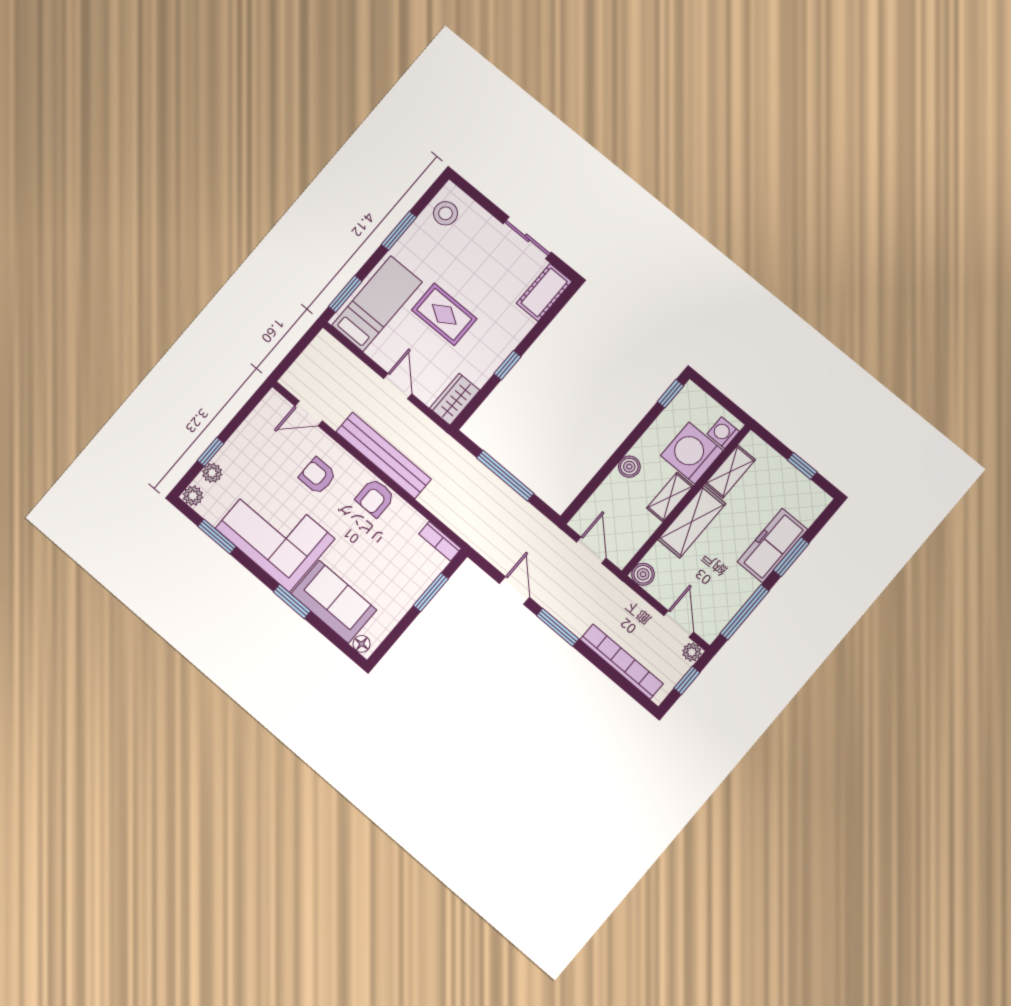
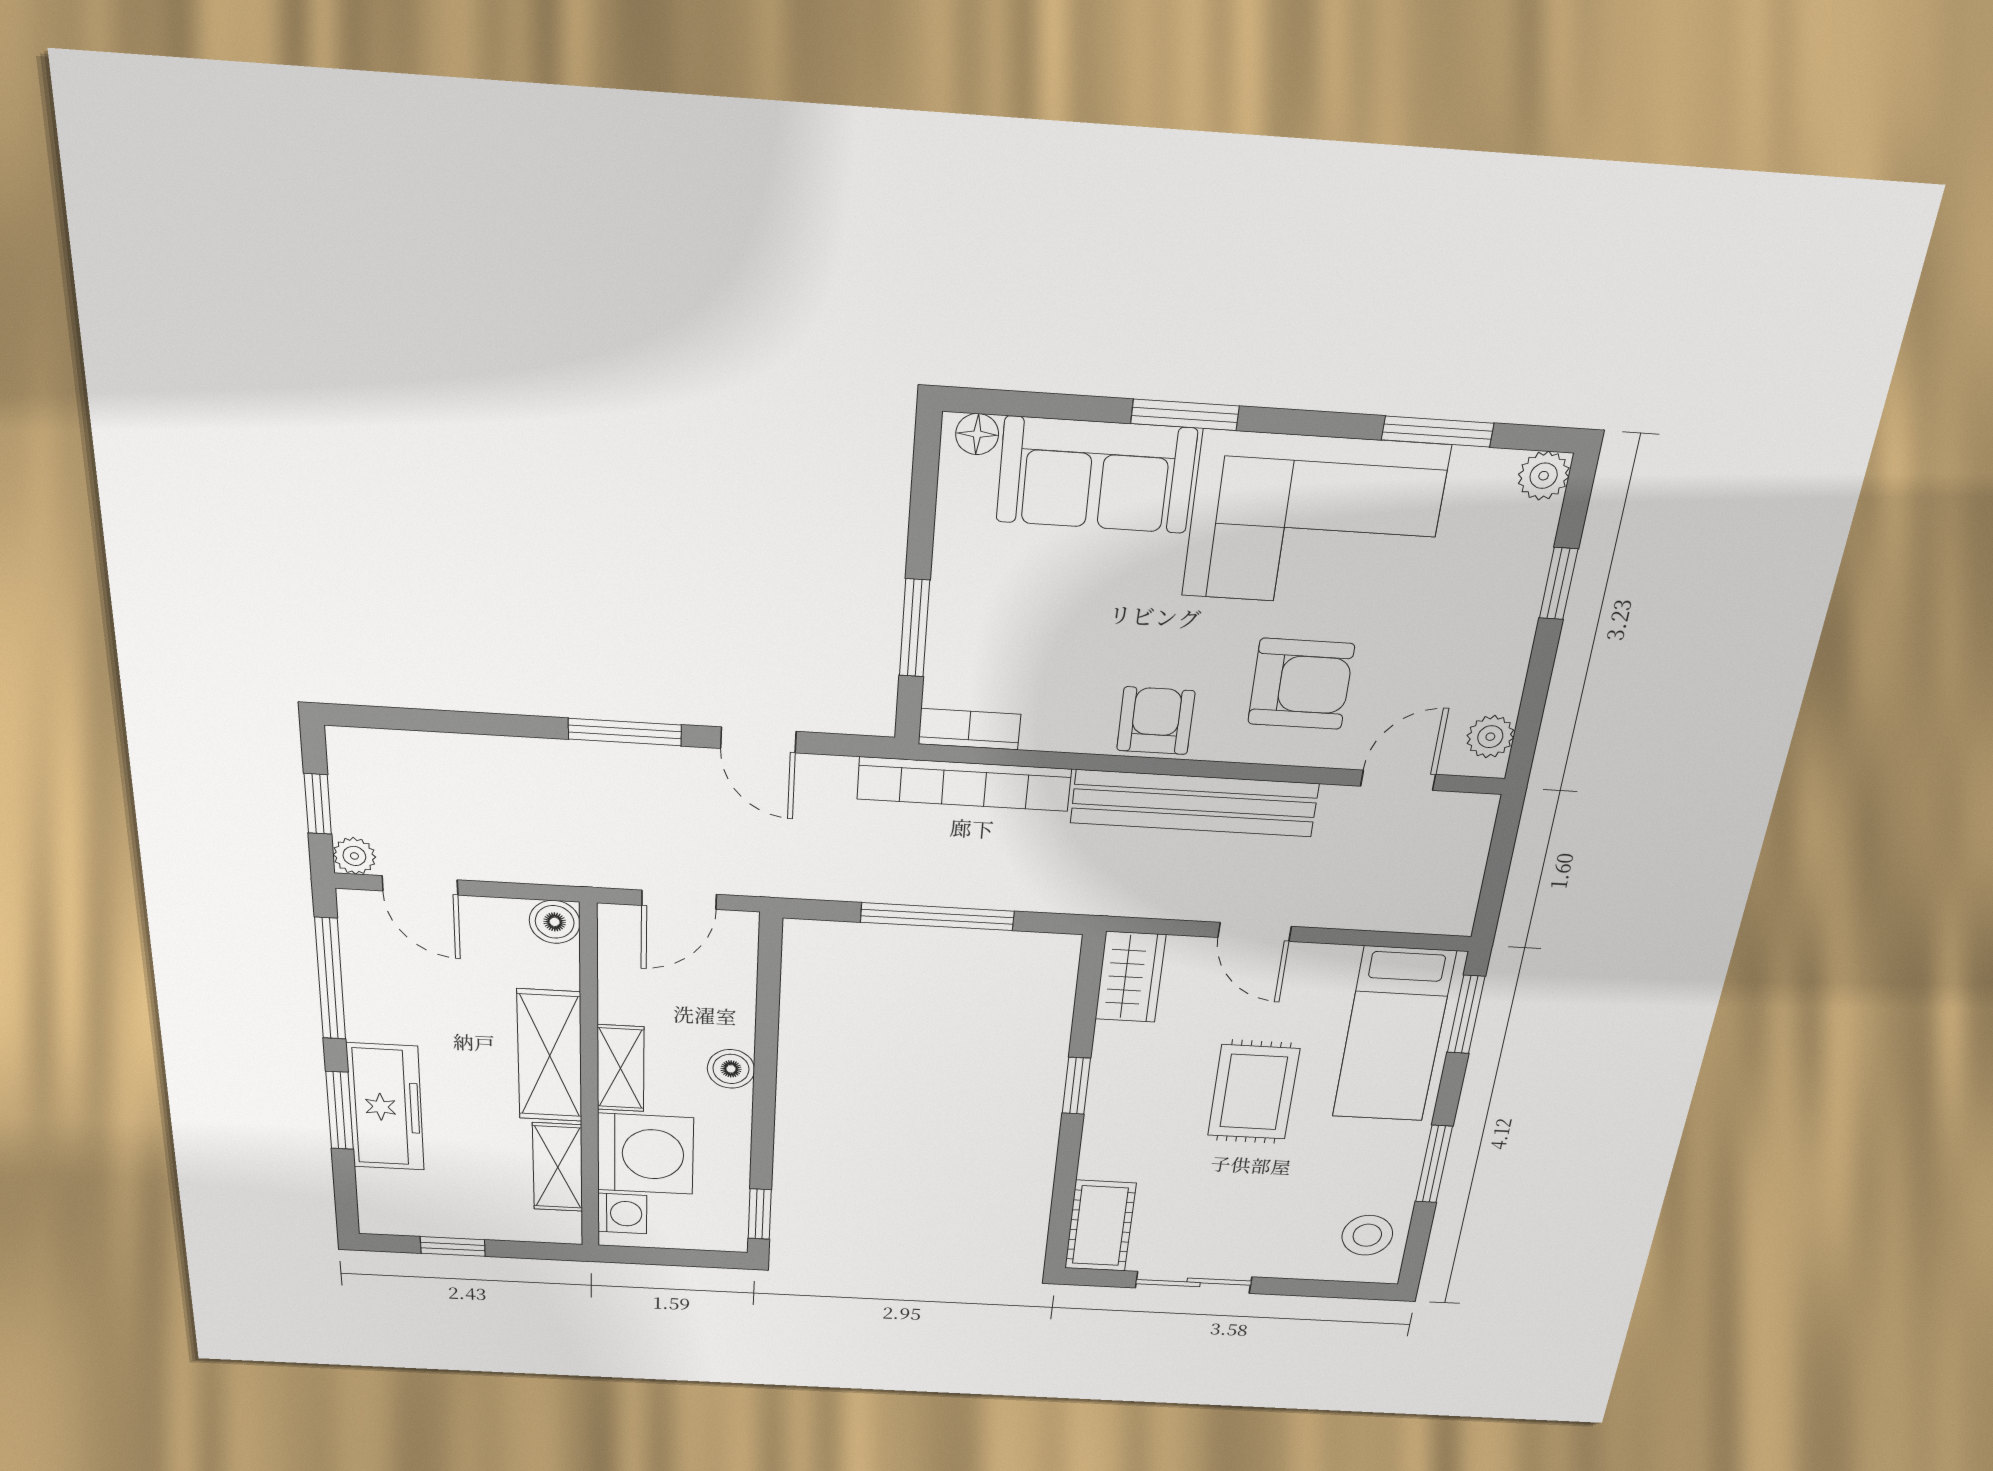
rug: (444, 314) -> (1254, 1092), turned 90
plant: (212, 473) -> (1490, 737), moved
armchair: (318, 476) -> (1301, 684), width x1.38, depth x1.38
door: (591, 550) -> (679, 900), hinge flipped
bookcase: (622, 662) -> (964, 784), moved

